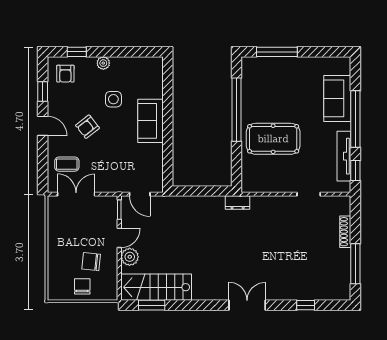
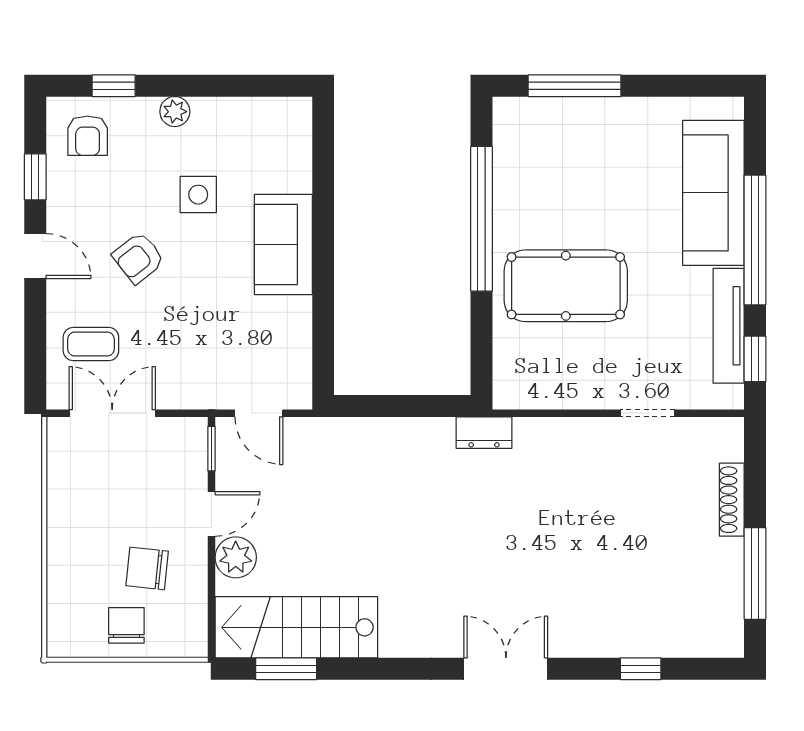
sofa: (337, 98) -> (713, 193), width x1.36

